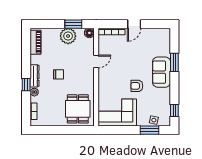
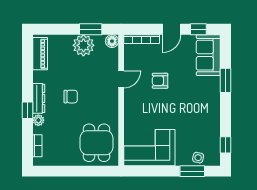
window: (154, 24) -> (198, 29), added
sofa: (161, 72) -> (208, 55), moved
armchair: (137, 86) -> (160, 81), moved

